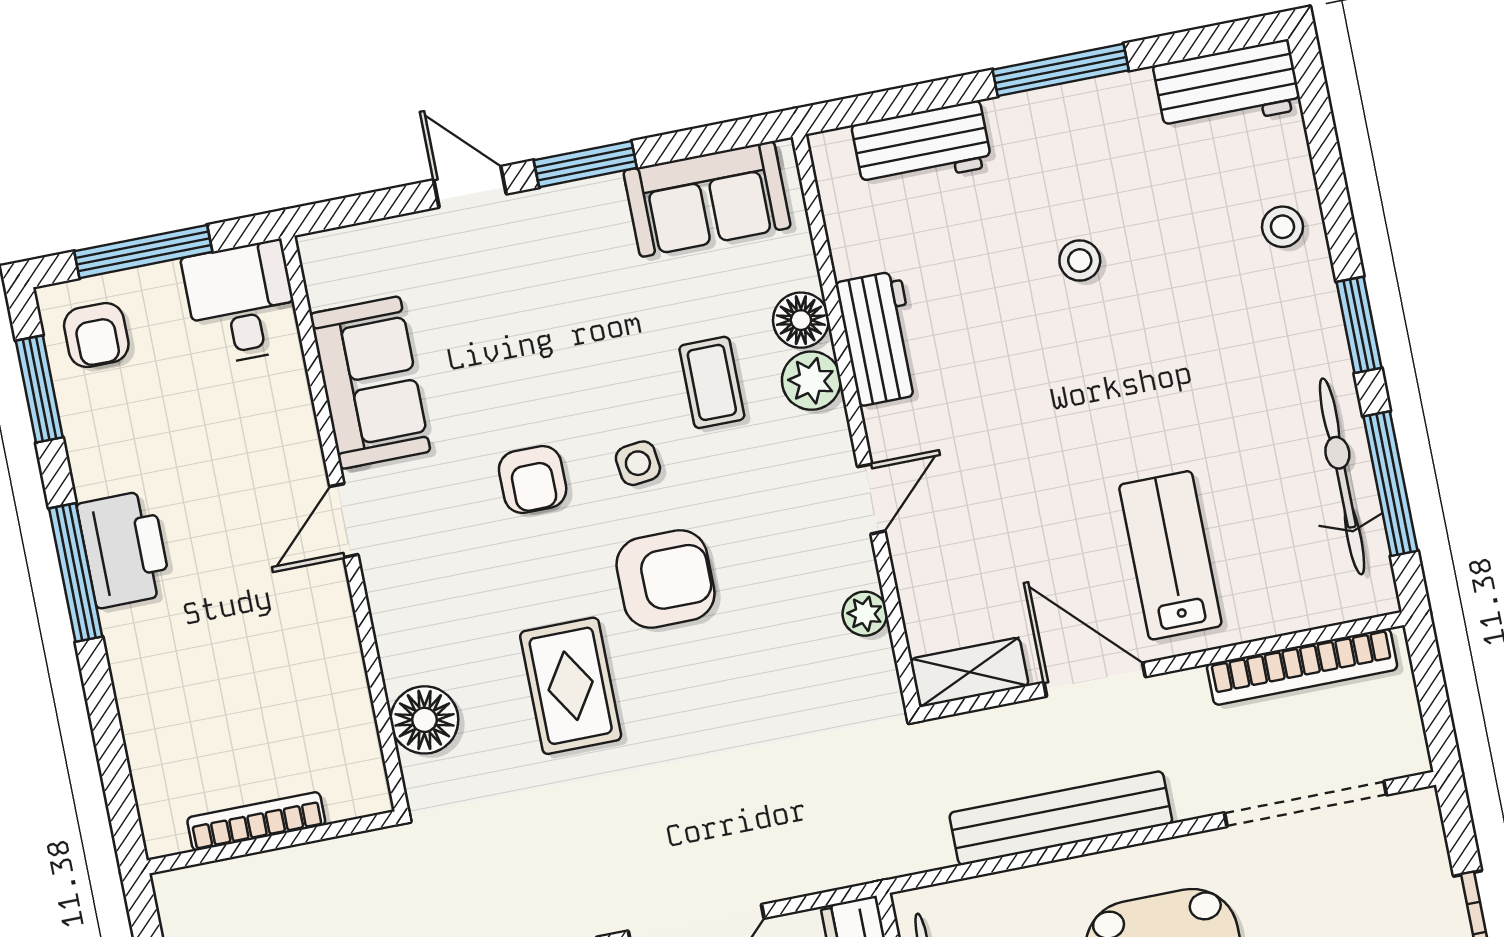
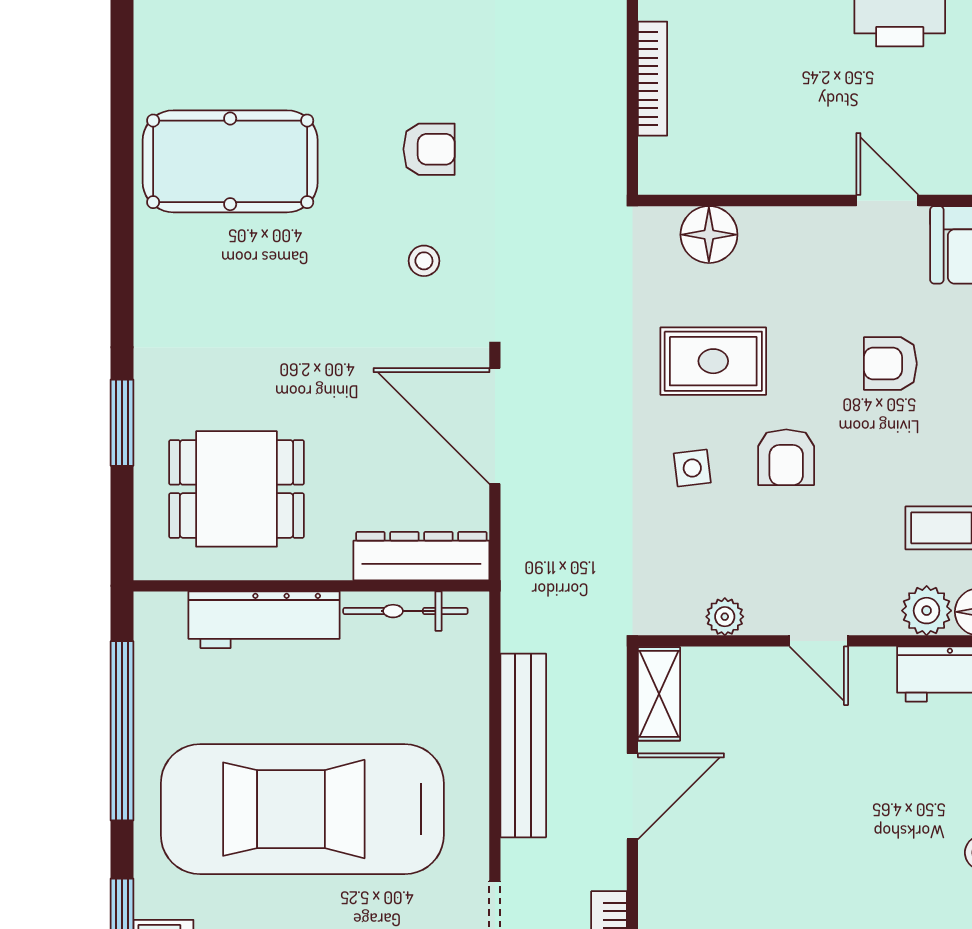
side table: (638, 463) -> (692, 468), moved
lab bench: (1170, 555) -> (723, 879), removed
armchair: (665, 579) -> (786, 457), width x0.72, depth x0.72

